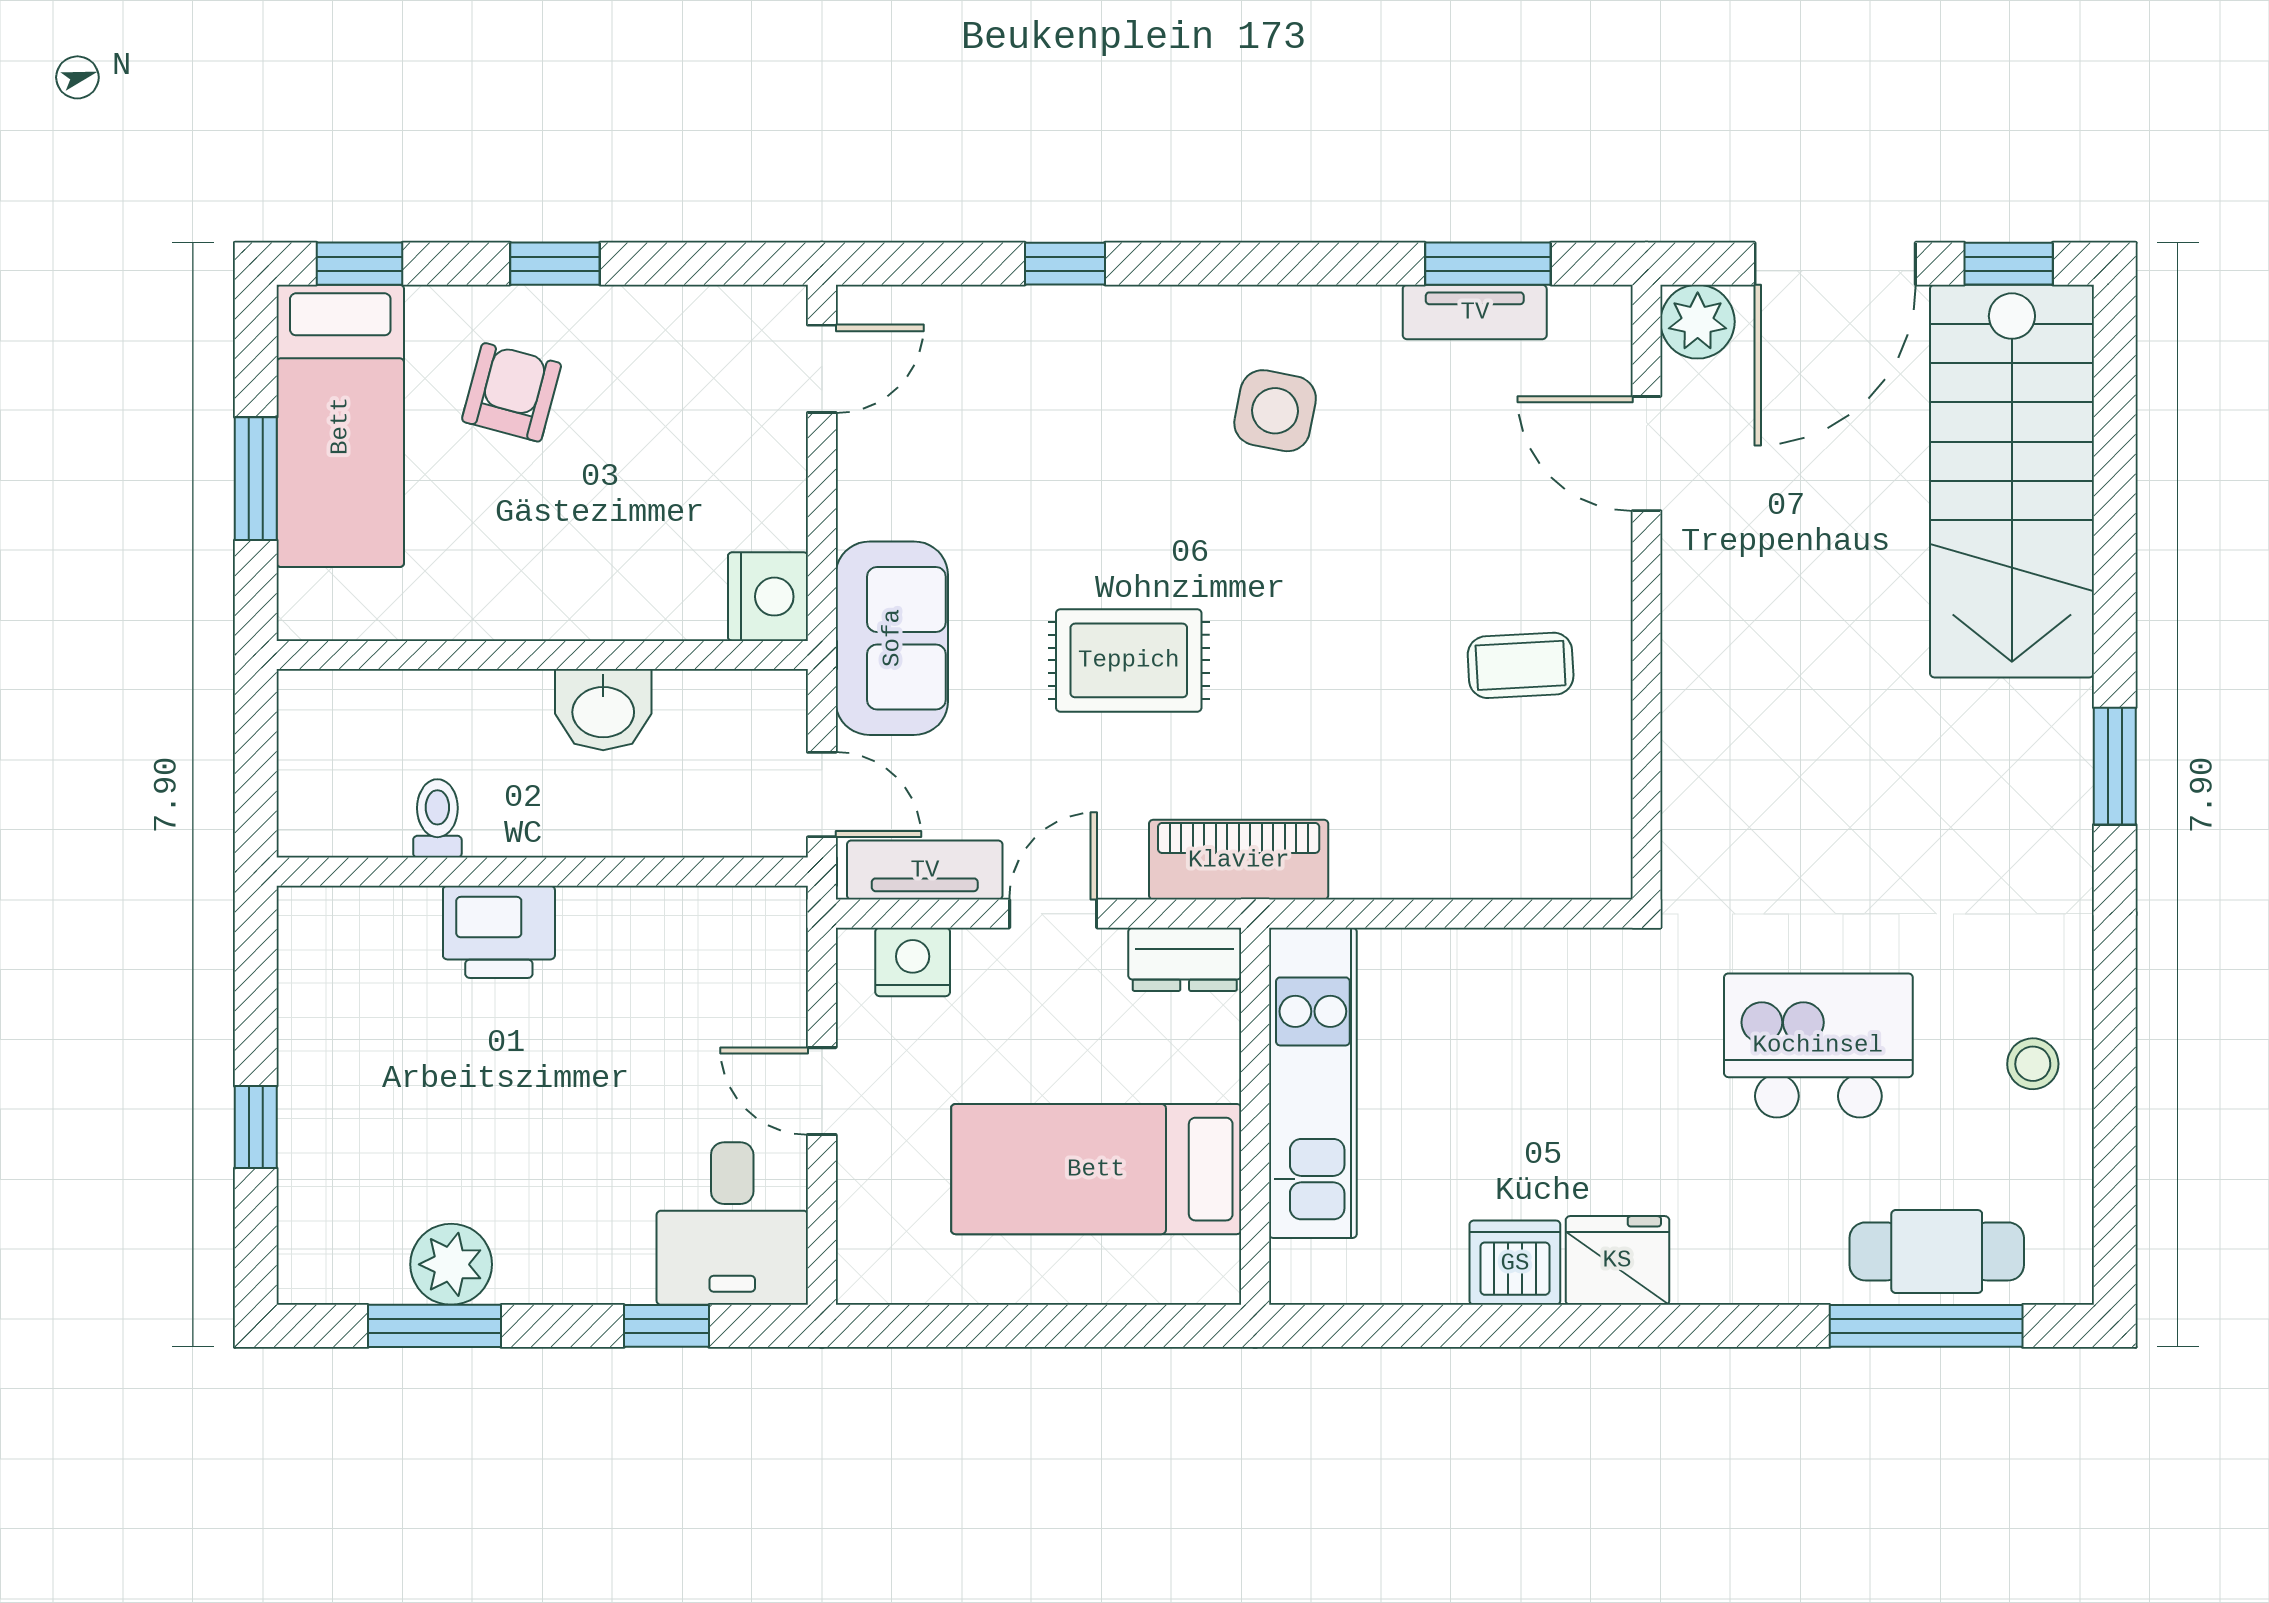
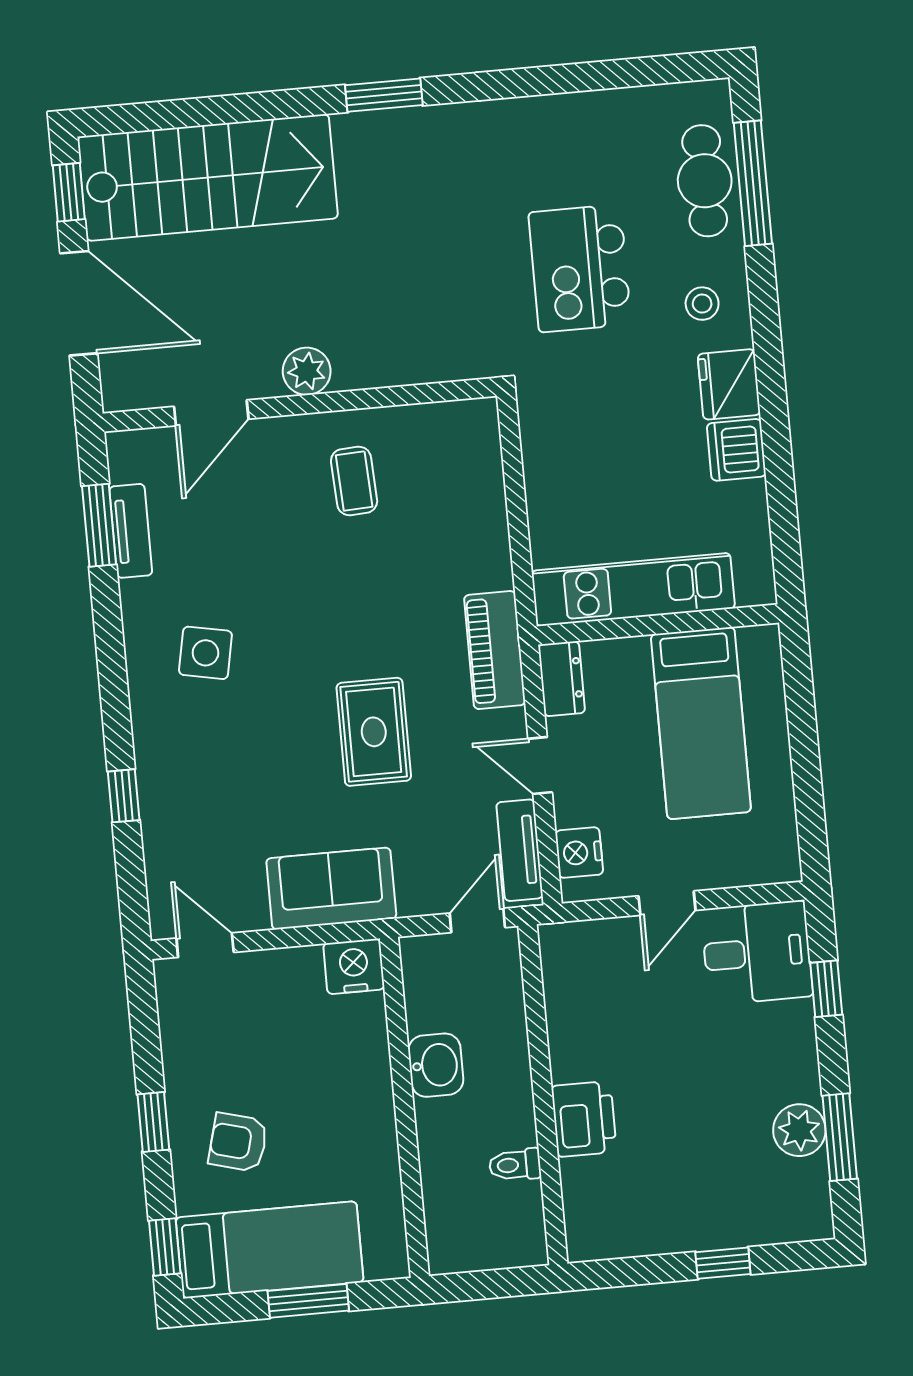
plant: (1698, 322) -> (307, 371), moved
sofa: (892, 638) -> (331, 889), moved
stool: (2033, 1064) -> (702, 304), moved

